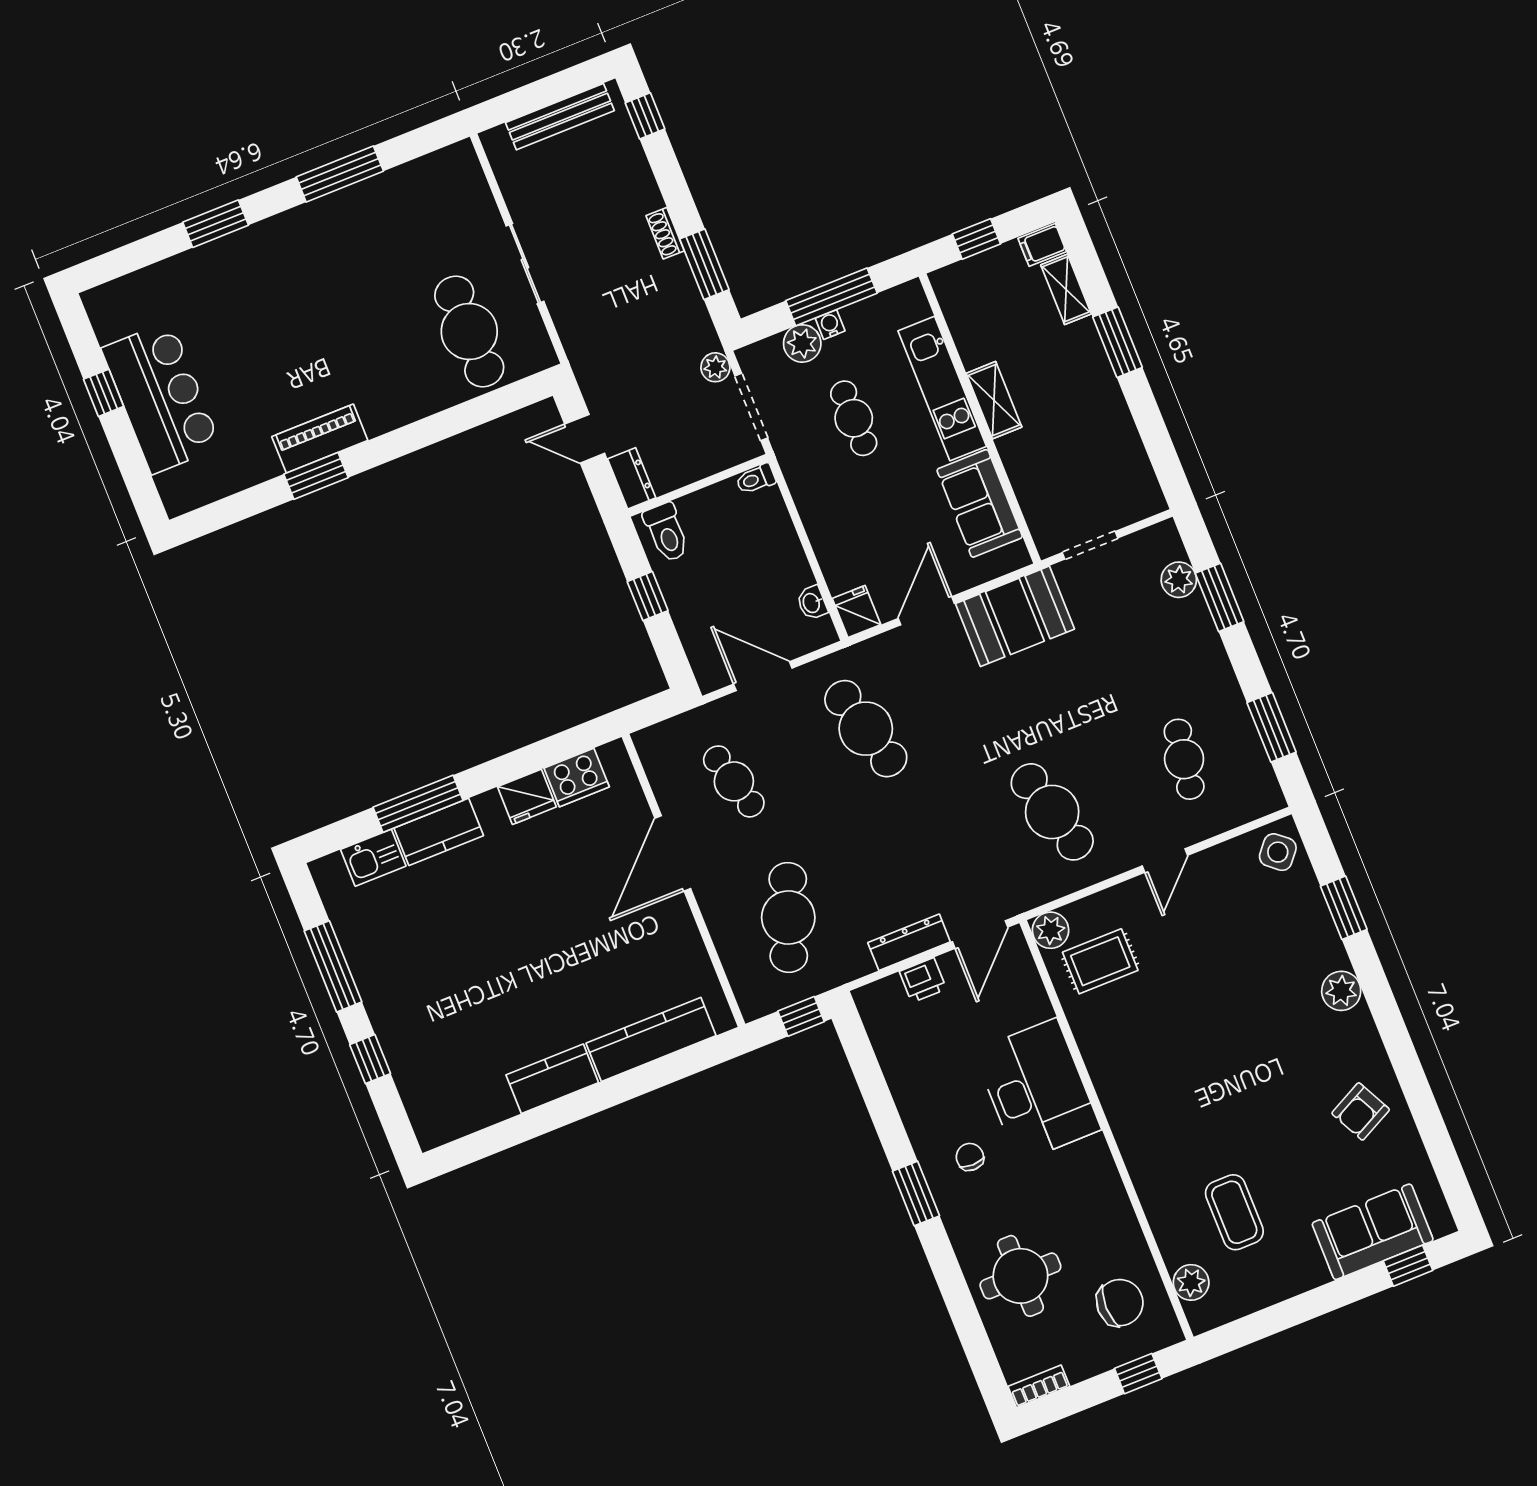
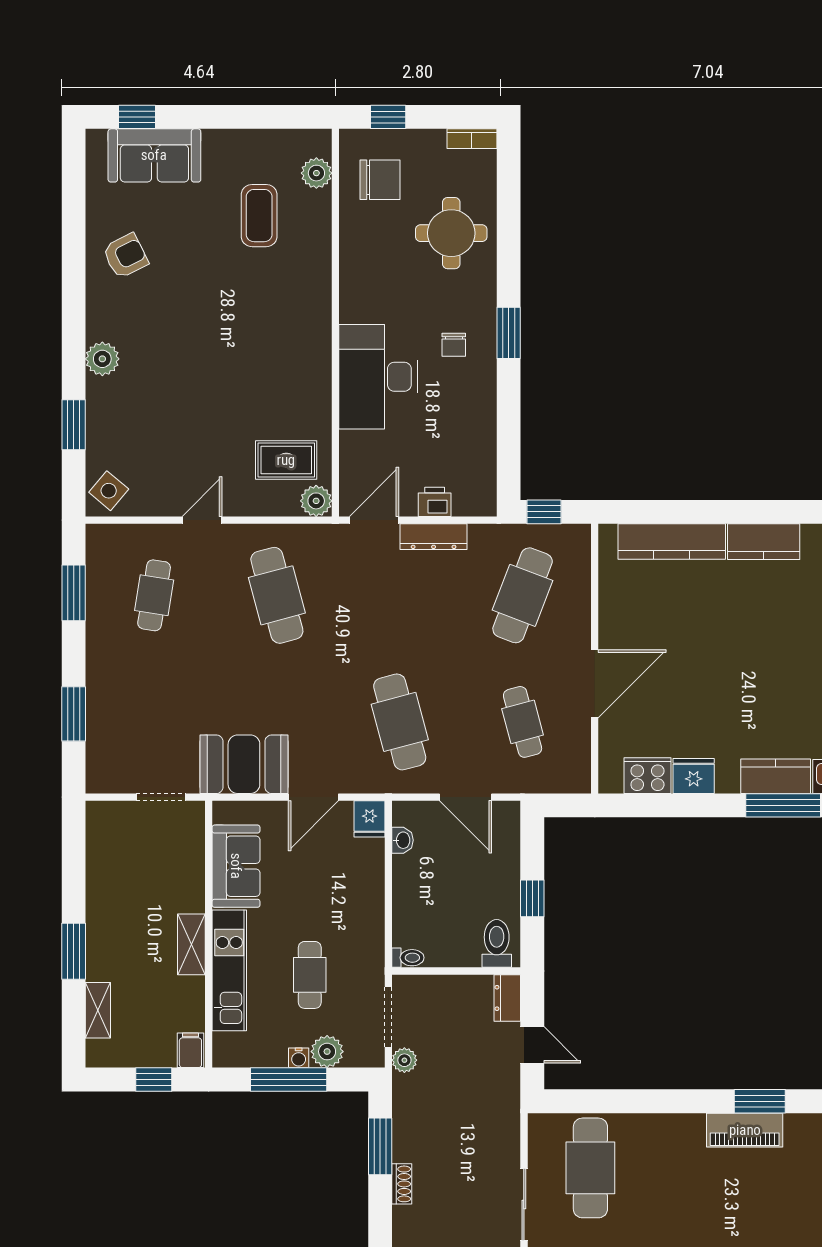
filing cabinet: (1042, 245) -> (190, 1050), moved, turned -90
plant: (1179, 580) -> (101, 741), removed
chair: (1120, 1303) -> (380, 180), turned 180

